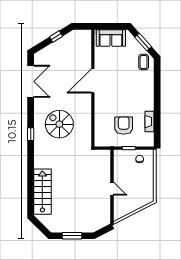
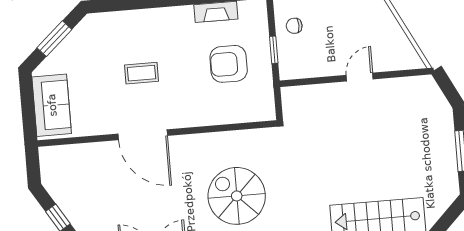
coffee table: (144, 62) -> (142, 73), moved
spiral stairs: (59, 124) -> (237, 196), turned 90

